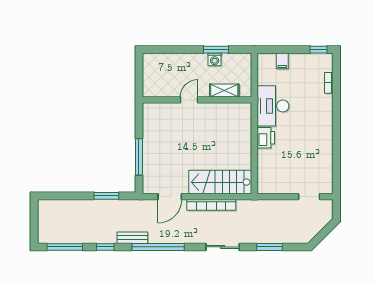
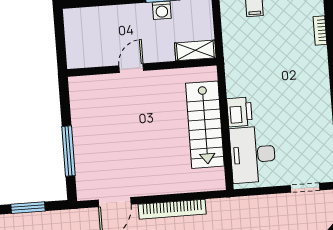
shelving: (224, 91) -> (195, 50), moved
desk: (273, 106) -> (253, 155), moved
stairs: (220, 182) -> (205, 125), moved, turned -90

